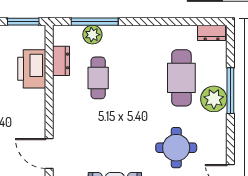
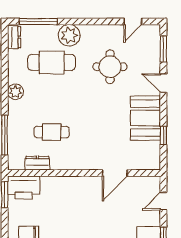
plant: (92, 35) -> (15, 92), moved
printer: (32, 69) -> (24, 188), moved
window: (230, 91) -> (38, 22), moved

